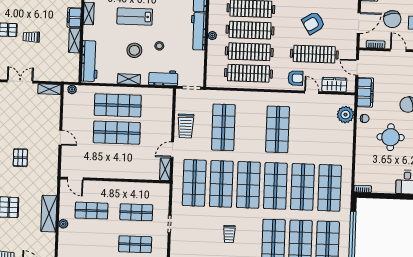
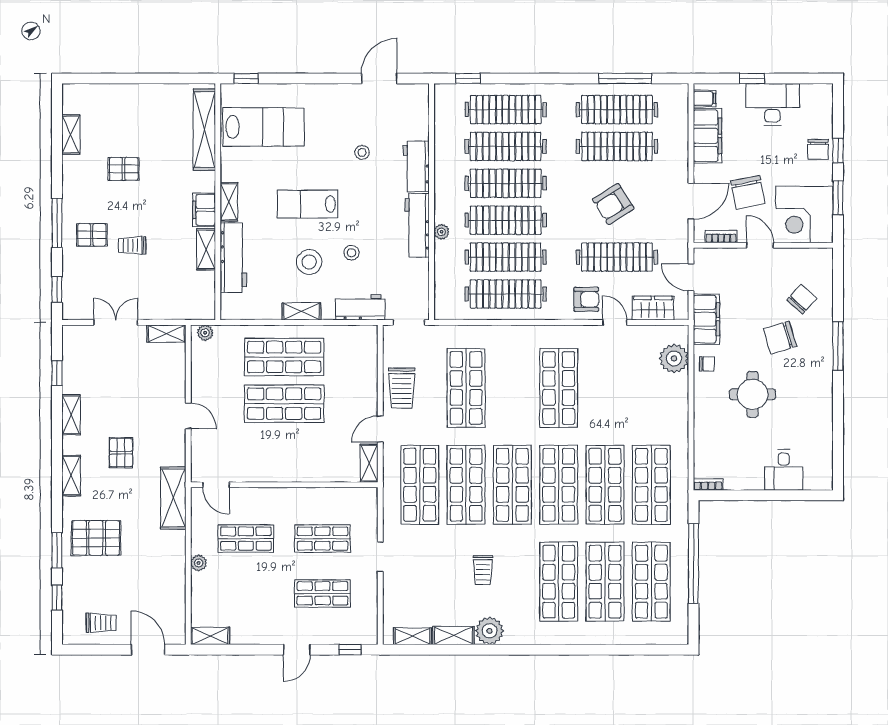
workbench: (90, 61) -> (233, 258), moved
shelving: (49, 214) -> (173, 498), moved

